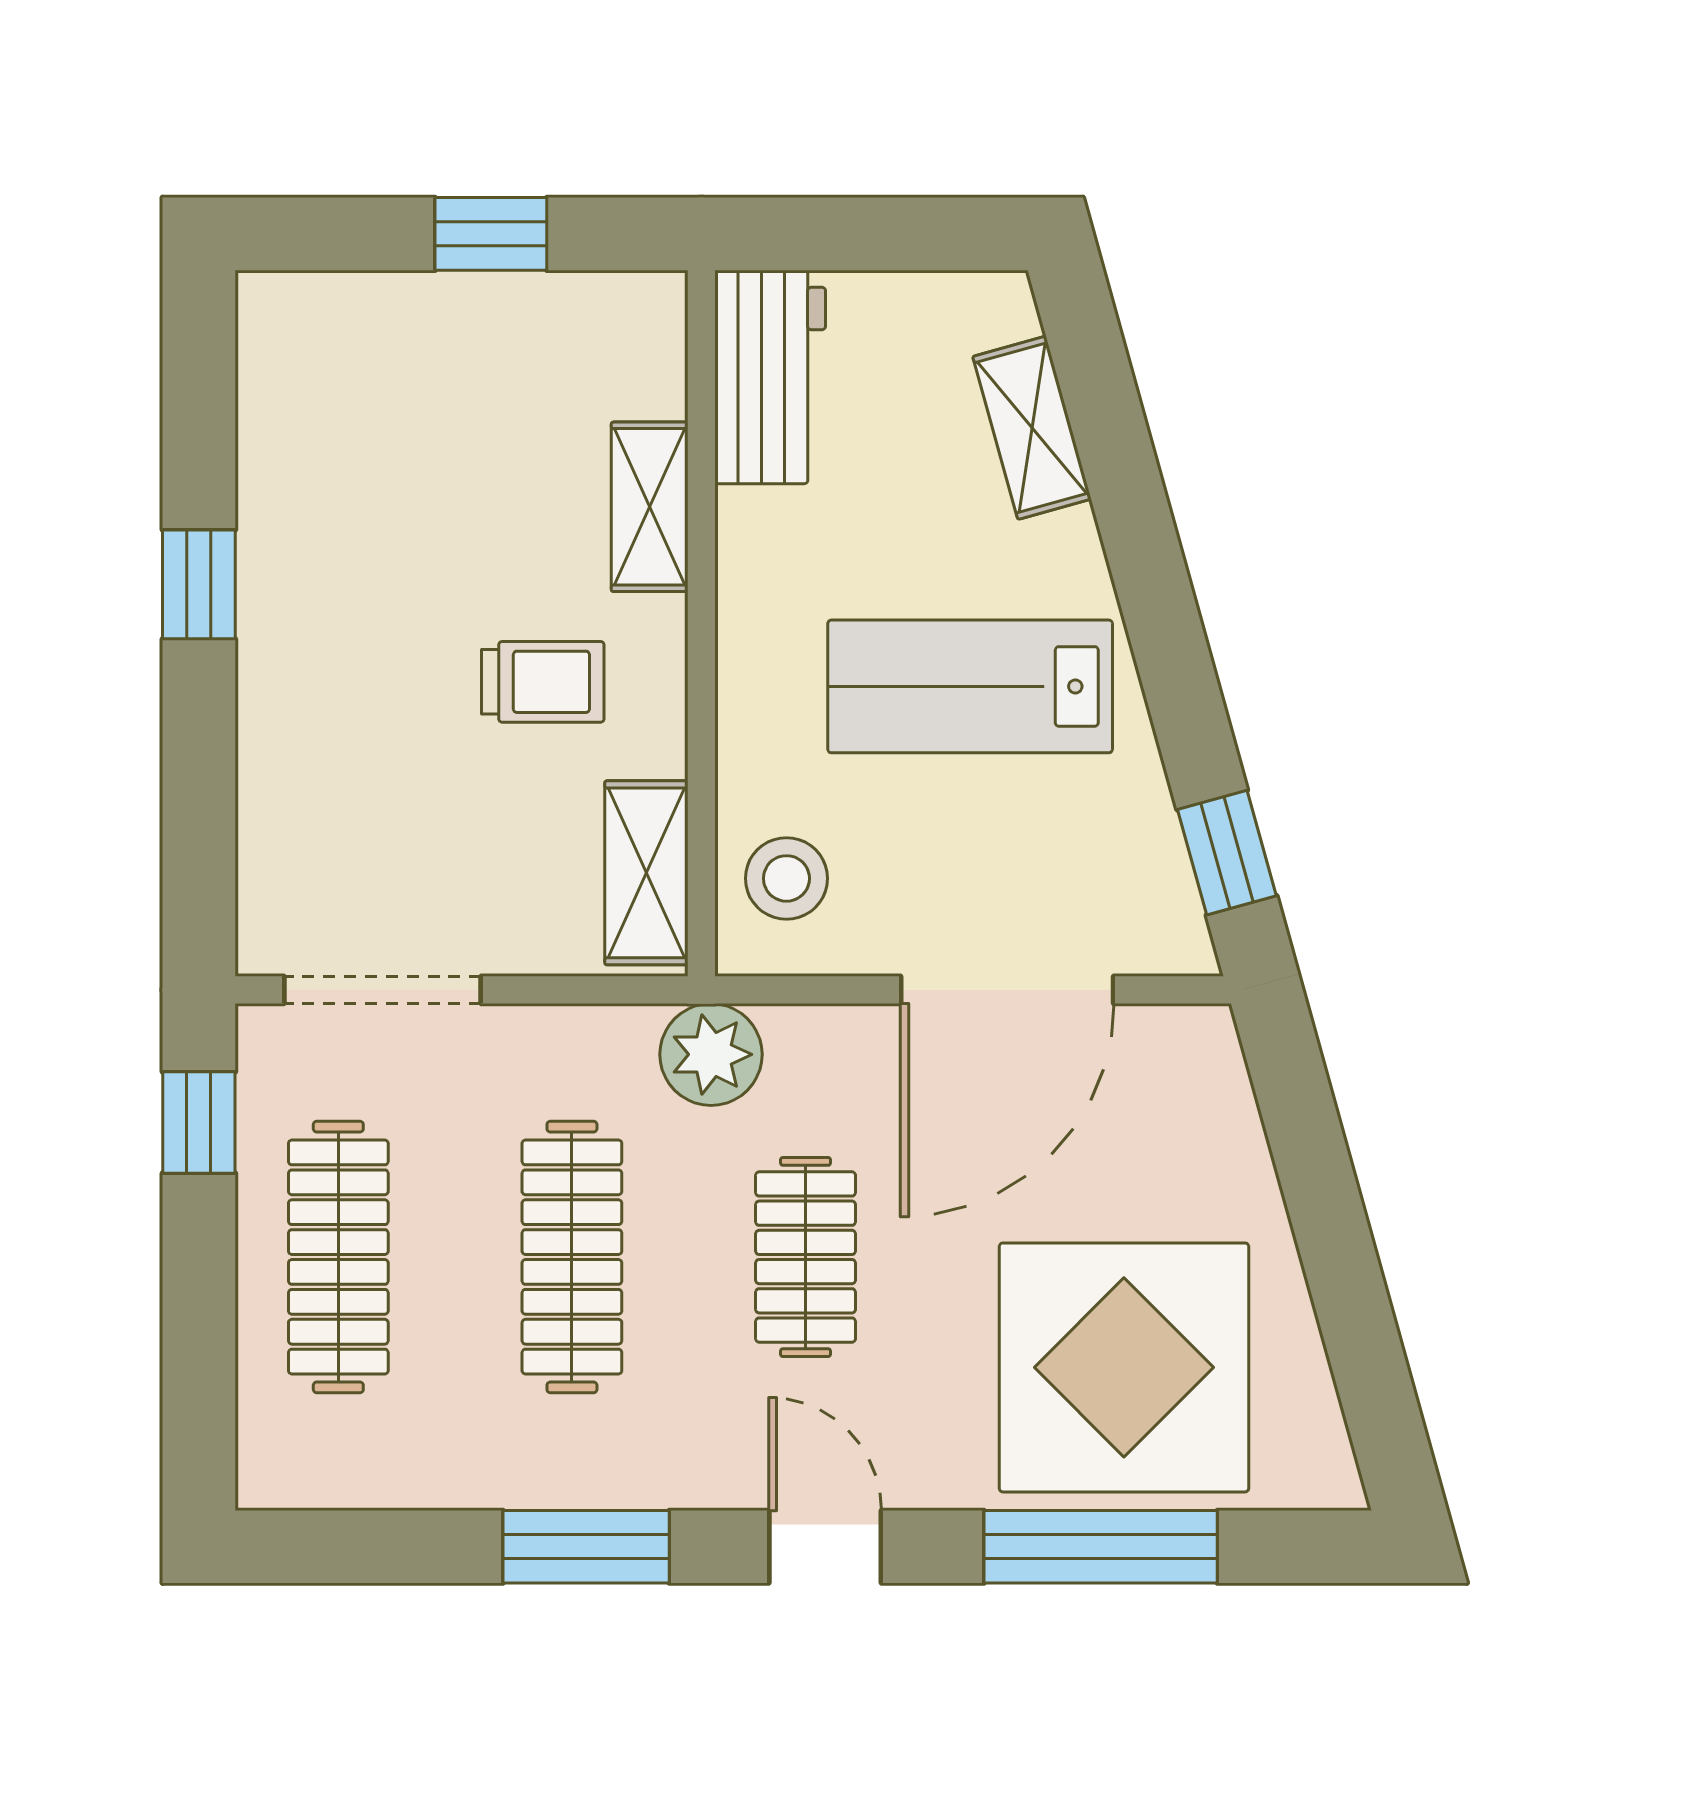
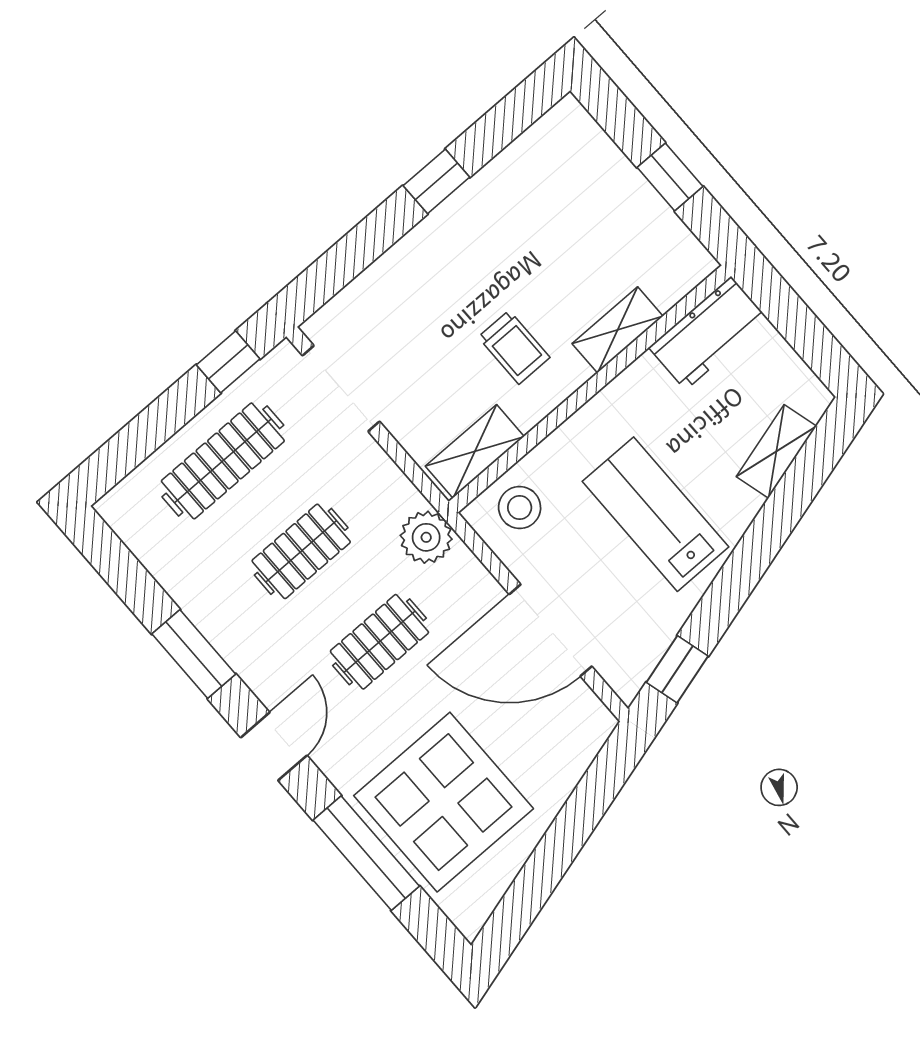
clothes rail: (572, 1257) -> (301, 551), width x0.73

